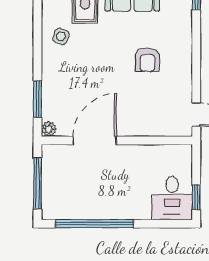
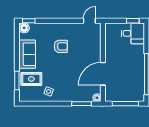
door: (95, 140) -> (103, 74), hinge flipped

